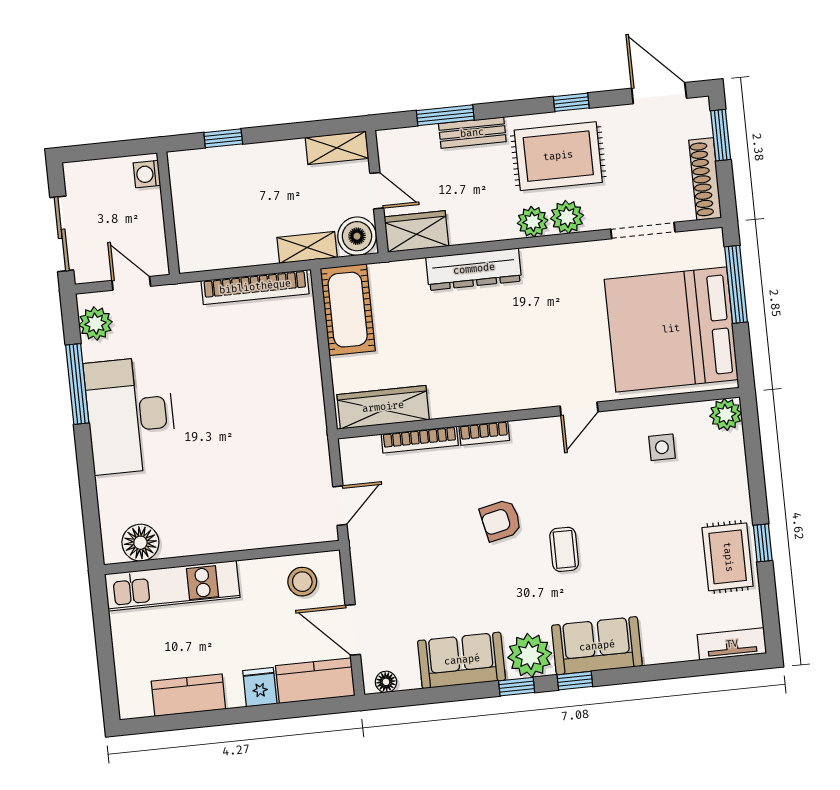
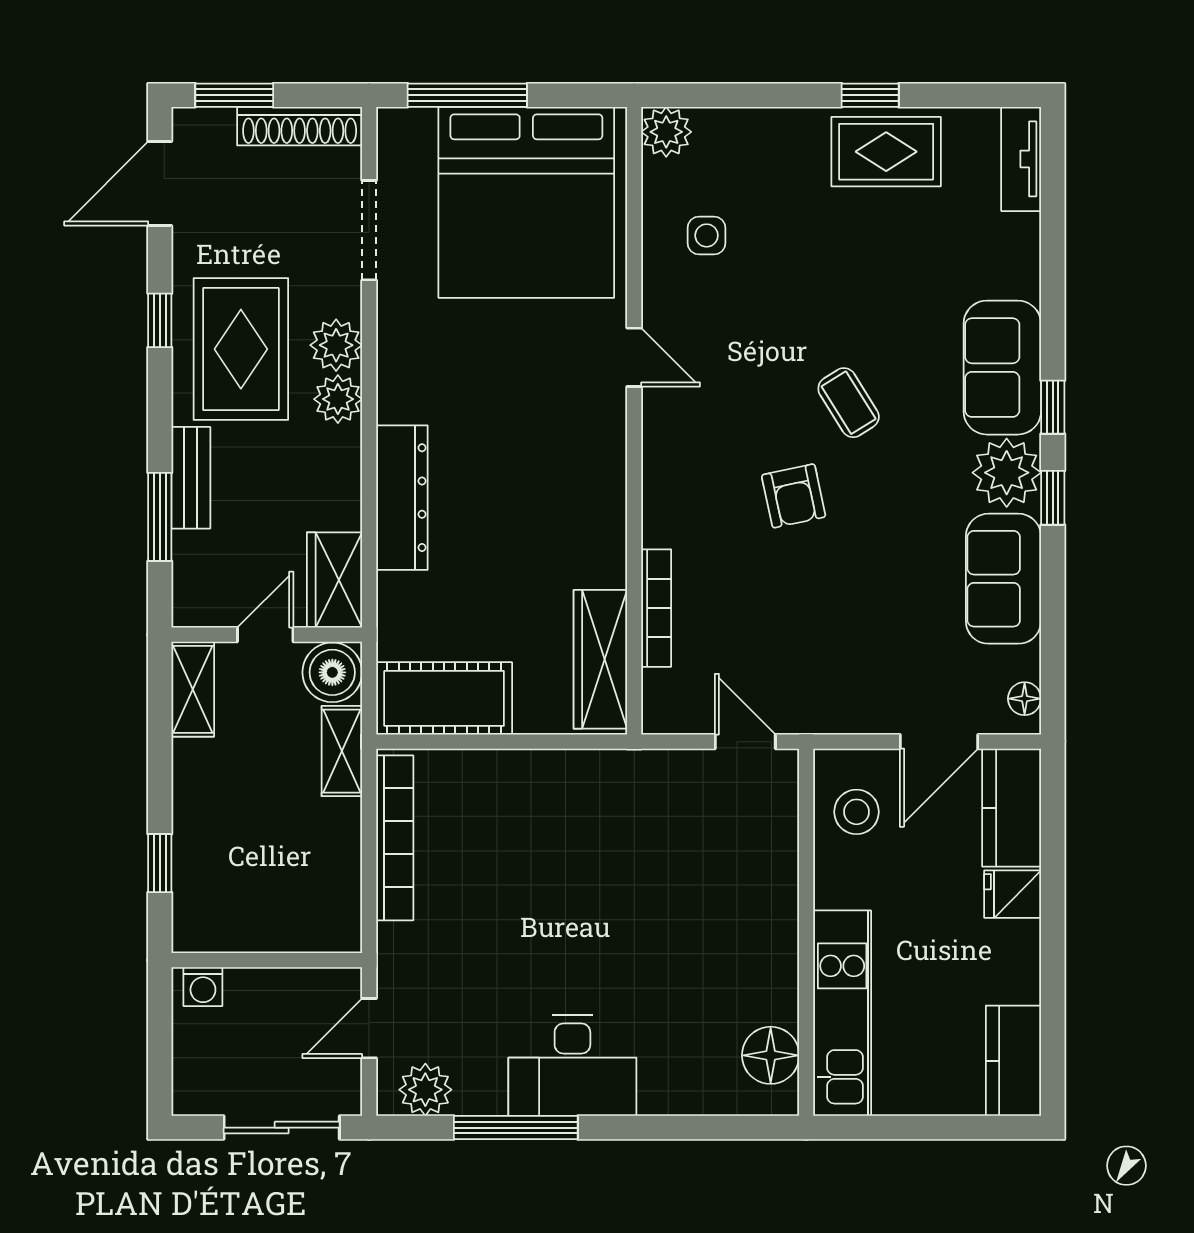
desk: (130, 415) -> (572, 1066), width x0.73, depth x0.77
bookcase: (484, 433) -> (656, 507), removed
coffee table: (564, 549) -> (849, 403), turned 58
kitchen counter: (188, 695) -> (1013, 1061), moved

